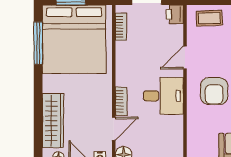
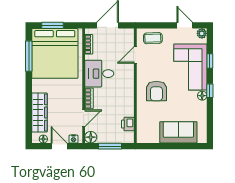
printer: (175, 14) -> (128, 124), moved
door: (185, 58) -> (135, 55), moved
desk: (163, 96) -> (99, 74), moved, turned 180

